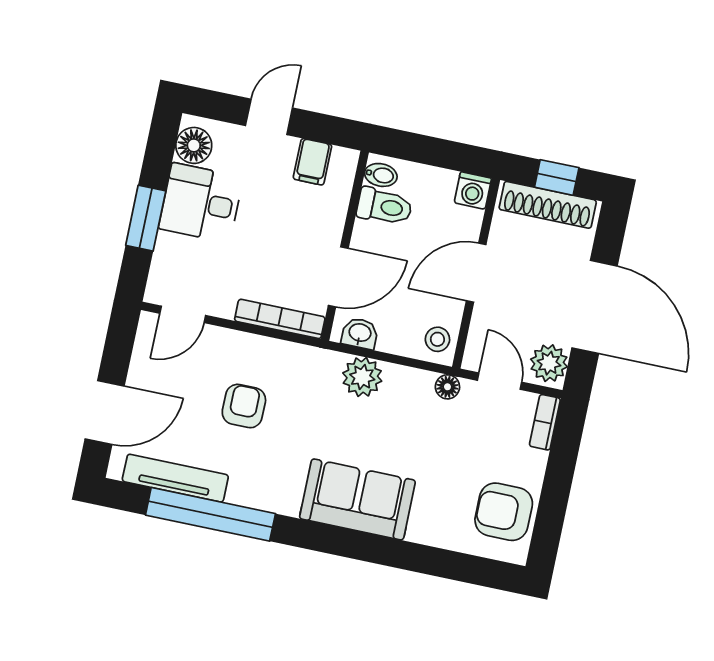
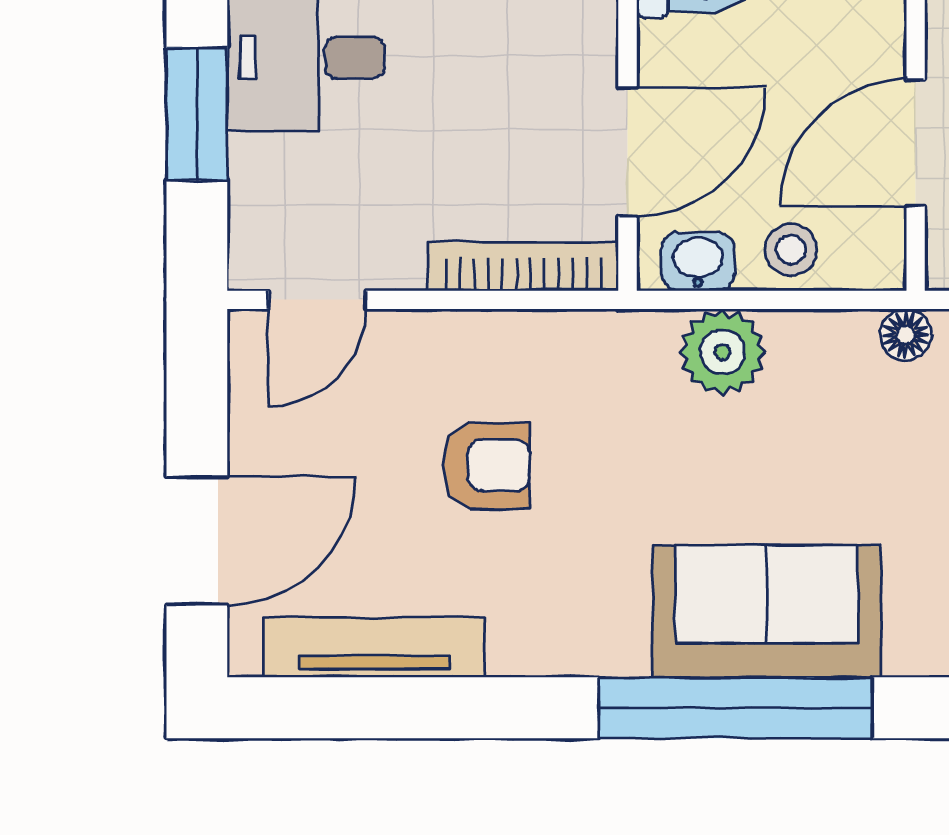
door: (476, 273) -> (916, 143), moved
stool: (437, 339) -> (791, 250), moved
armchair: (244, 406) -> (487, 465), turned 90
window: (210, 514) -> (735, 708), moved

